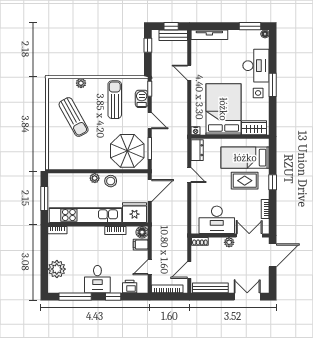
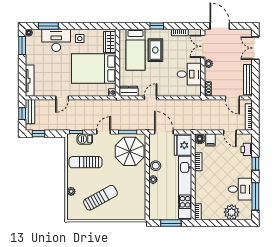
window: (273, 85) -> (48, 26), moved
desk: (217, 220) -> (189, 74), width x0.73
desk: (97, 279) -> (240, 189), moved

